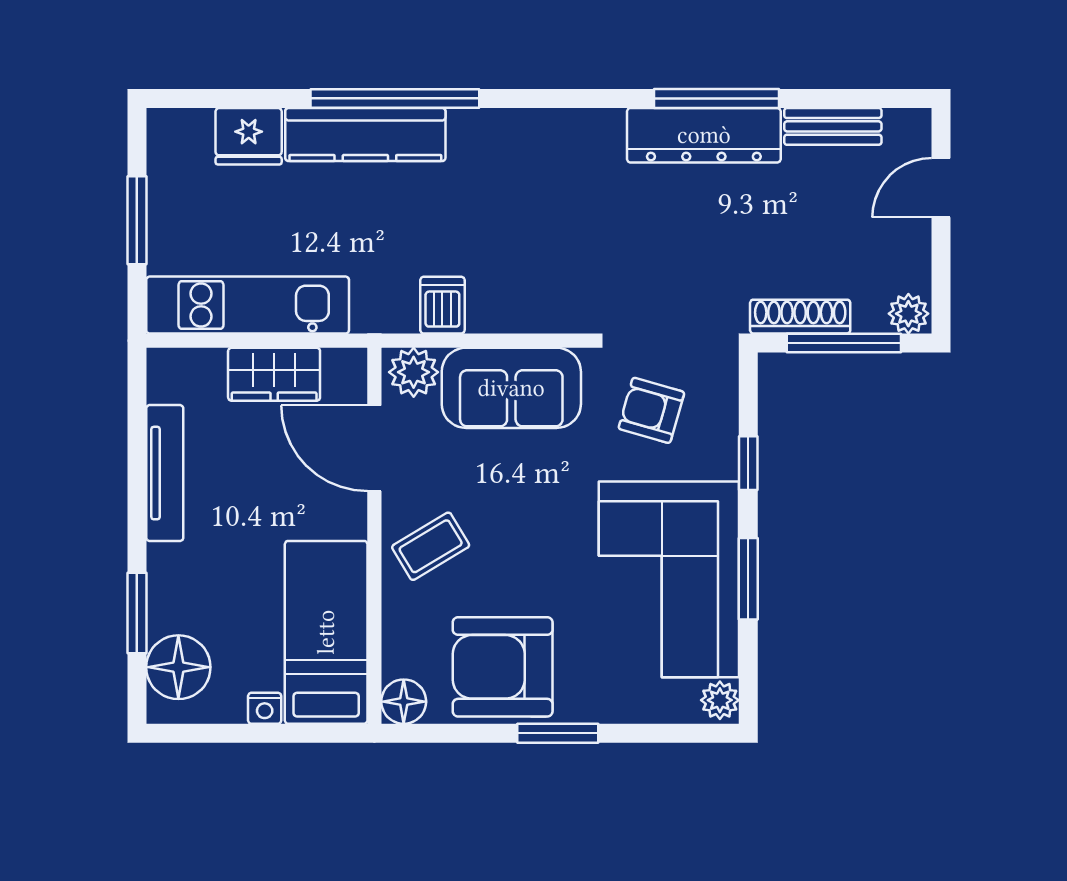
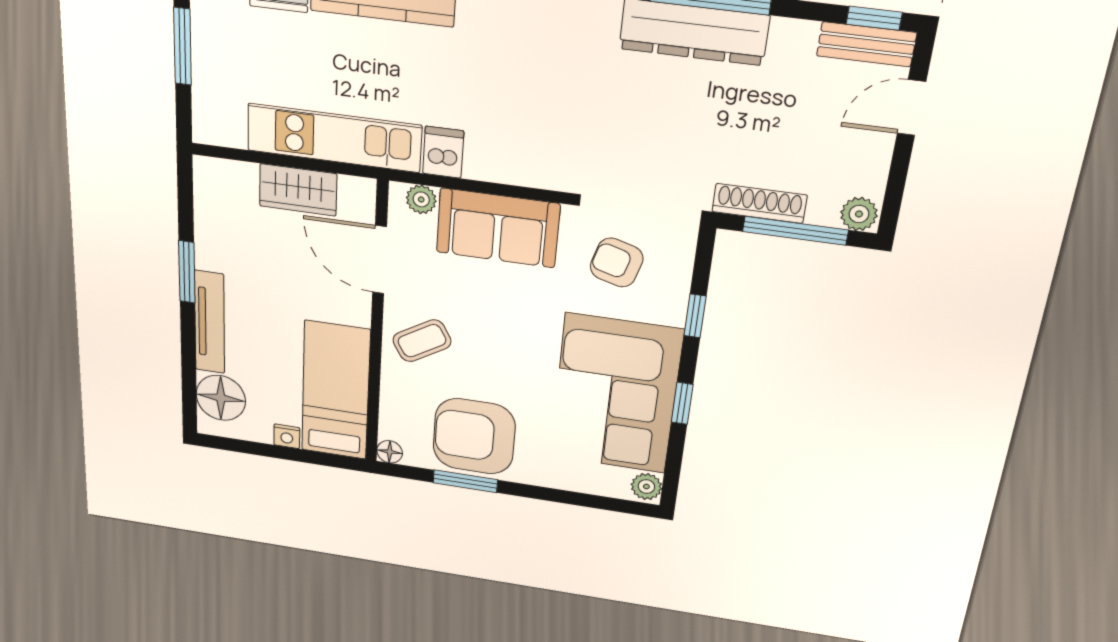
window: (886, 98) -> (874, 18), added
bench: (833, 126) -> (866, 44), moved
kitchen unit: (248, 305) -> (334, 138), moved
plant: (414, 372) -> (421, 199), width x0.73, depth x0.73
tv unit: (165, 473) -> (209, 322), moved
window: (748, 579) -> (682, 403), width x0.67
window: (137, 613) -> (187, 272), moved
floor lamp: (404, 702) -> (390, 452), width x0.73, depth x0.73
window: (558, 733) -> (465, 481), moved

